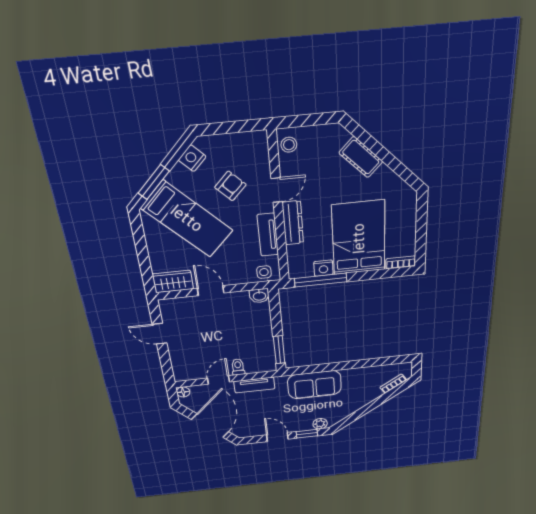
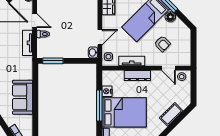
nightstand: (192, 158) -> (179, 26), removed
floor lamp: (178, 176) -> (170, 17), added
door: (277, 190) -> (169, 68), moved
window: (321, 280) -> (99, 106), moved
door: (211, 291) -> (100, 37), moved
sofa: (315, 385) -> (23, 97), moved

